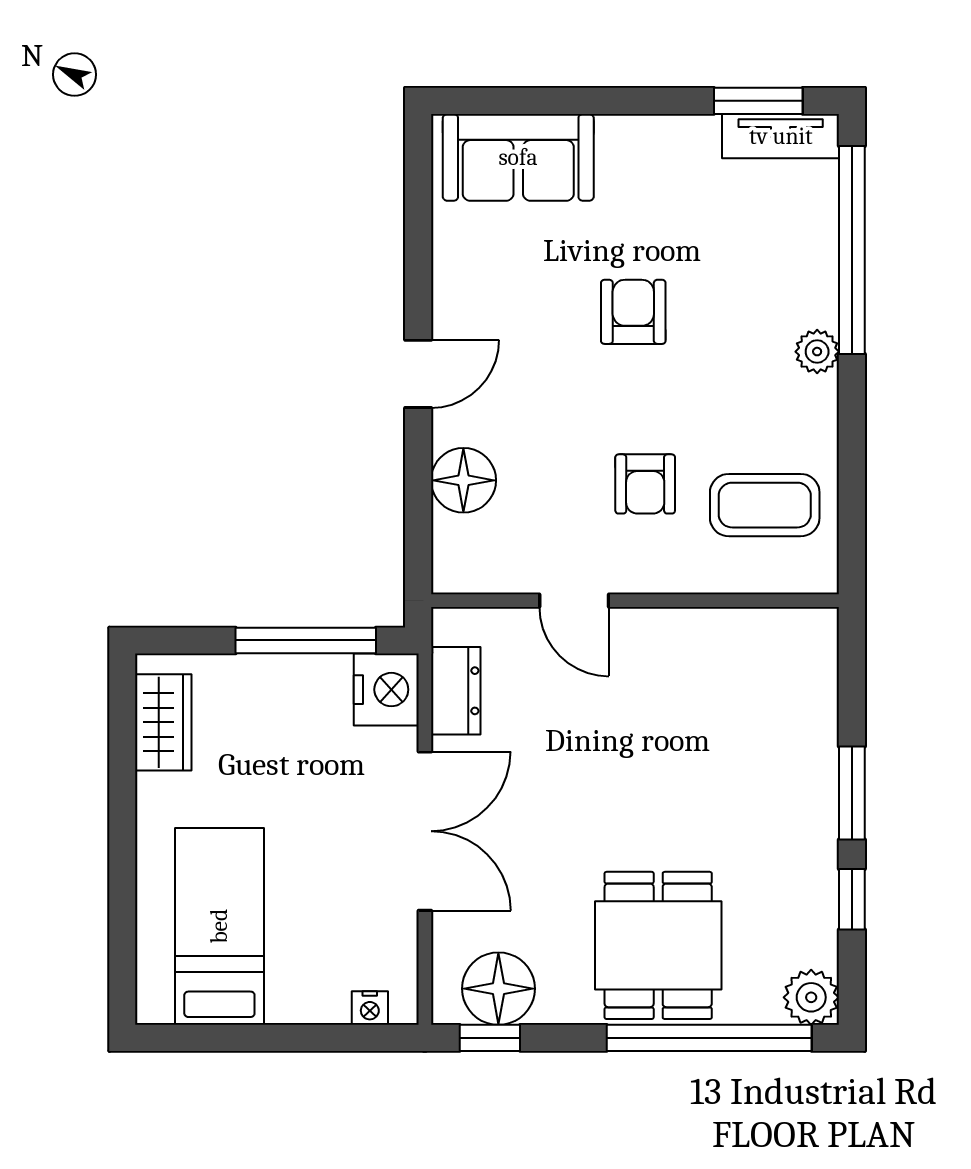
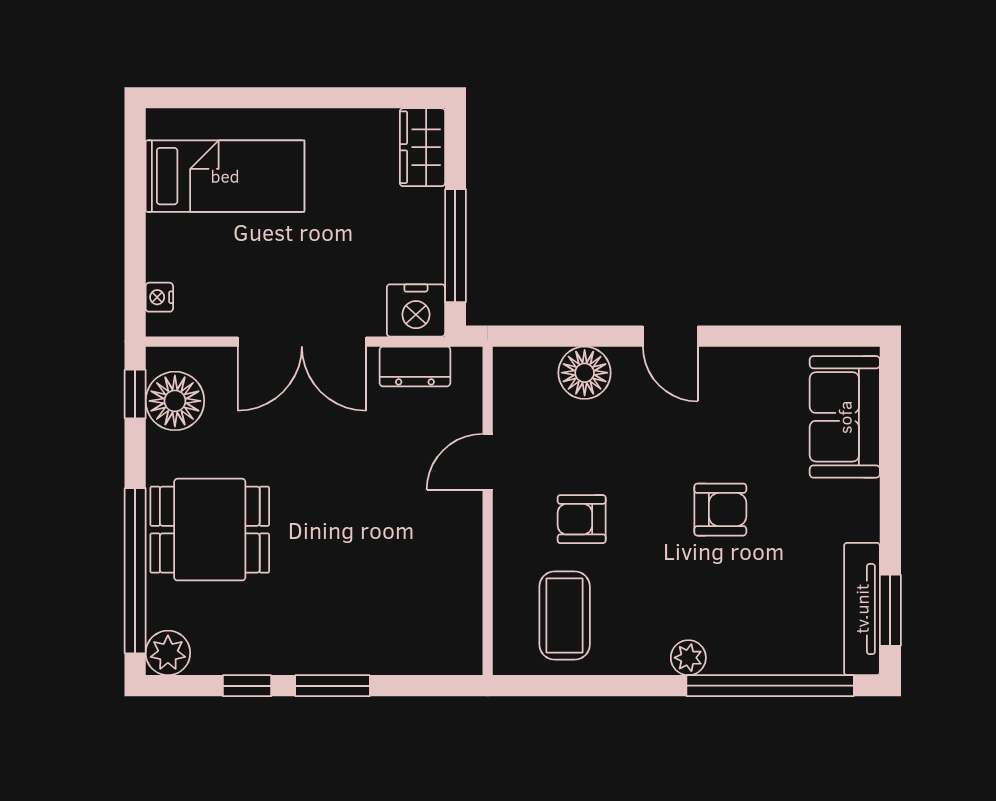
tv unit: (781, 136) -> (862, 609), width x1.41
wardrobe: (163, 722) -> (422, 147), moved, turned 90

